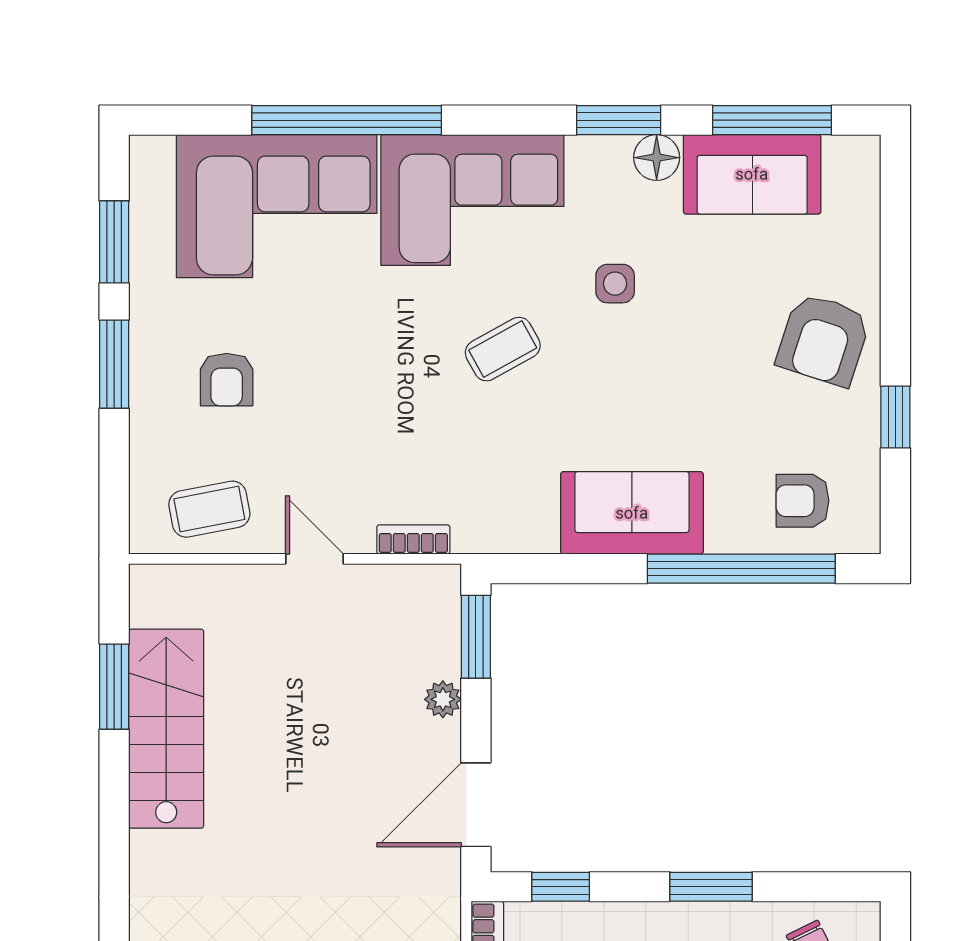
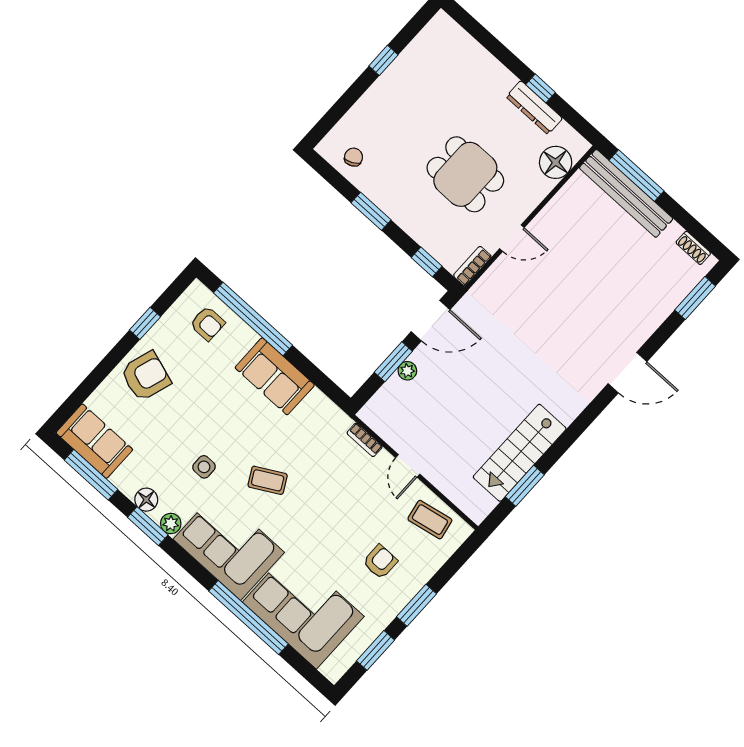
plant: (588, 155) -> (171, 524), added
sofa: (752, 174) -> (94, 441), moved
window: (476, 637) -> (393, 362), moved

